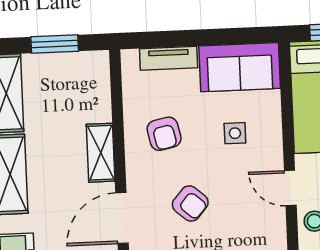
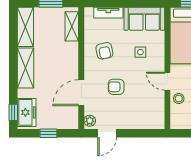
shelving: (101, 153) -> (72, 26), moved
armchair: (190, 204) -> (116, 87), turned 139

